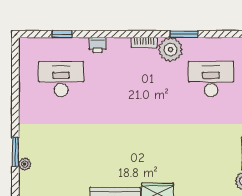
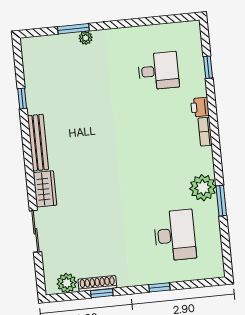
bookcase: (144, 42) -> (205, 132), moved
desk: (61, 79) -> (158, 71), width x0.73
plant: (25, 164) -> (86, 38), moved

